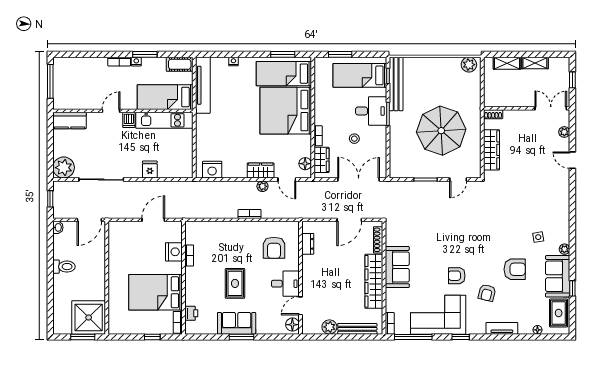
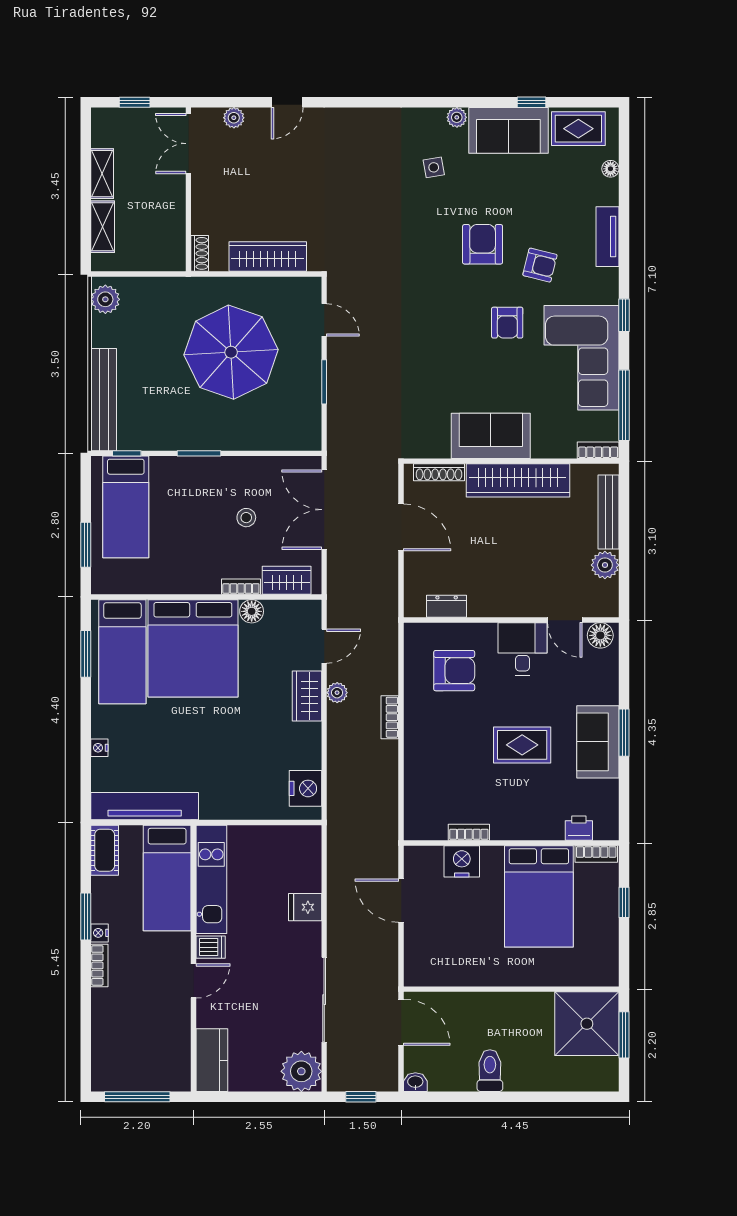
bench: (396, 84) -> (104, 400), moved, turned 90
door: (111, 111) -> (193, 981), swing flipped
desk: (371, 111) -> (194, 486), removed
floor lamp: (305, 164) -> (252, 611), moved
armchair: (515, 269) -> (483, 244), moved

